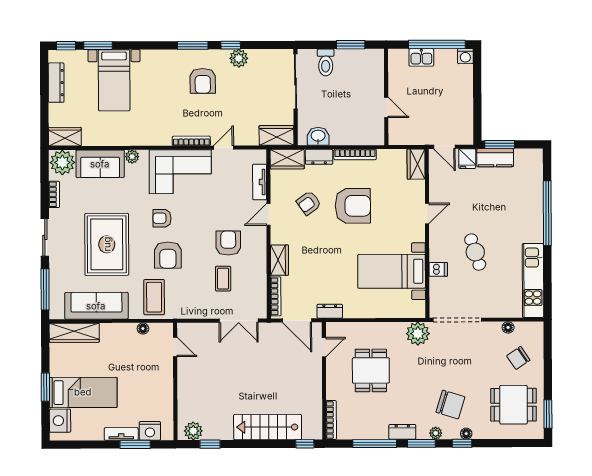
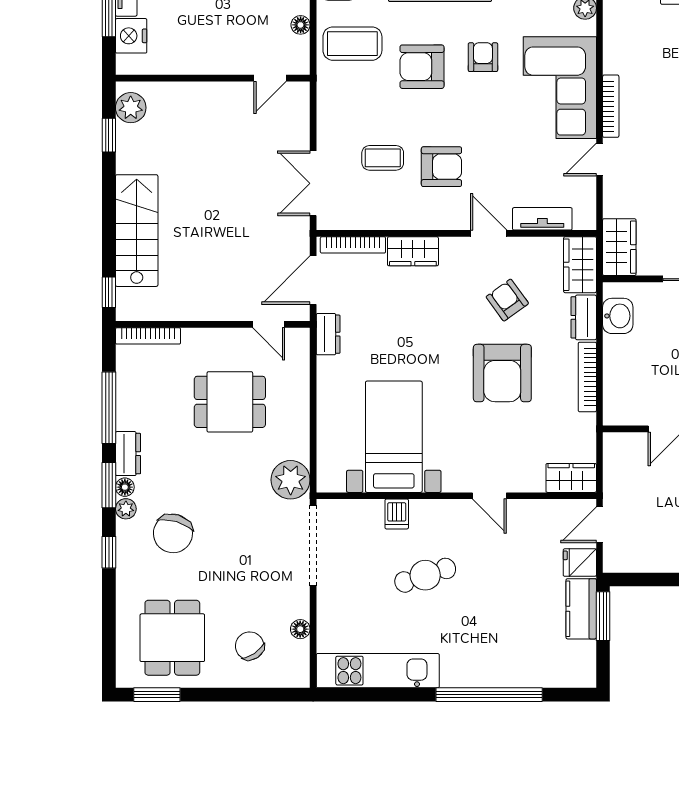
door: (224, 148) -> (600, 160), swing flipped
floor lamp: (466, 434) -> (125, 487), moved

